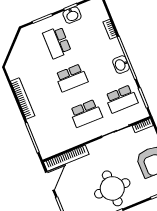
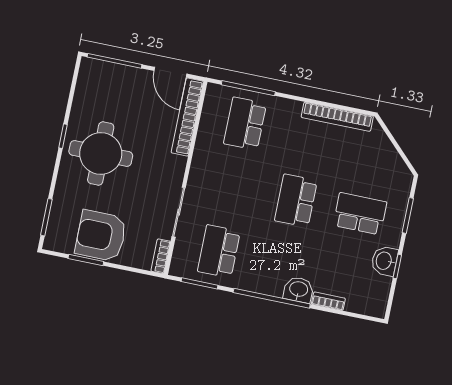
washbasin: (121, 65) -> (299, 290), moved
bookcase: (23, 98) -> (337, 117), moved
school desk: (86, 113) -> (245, 124), moved

